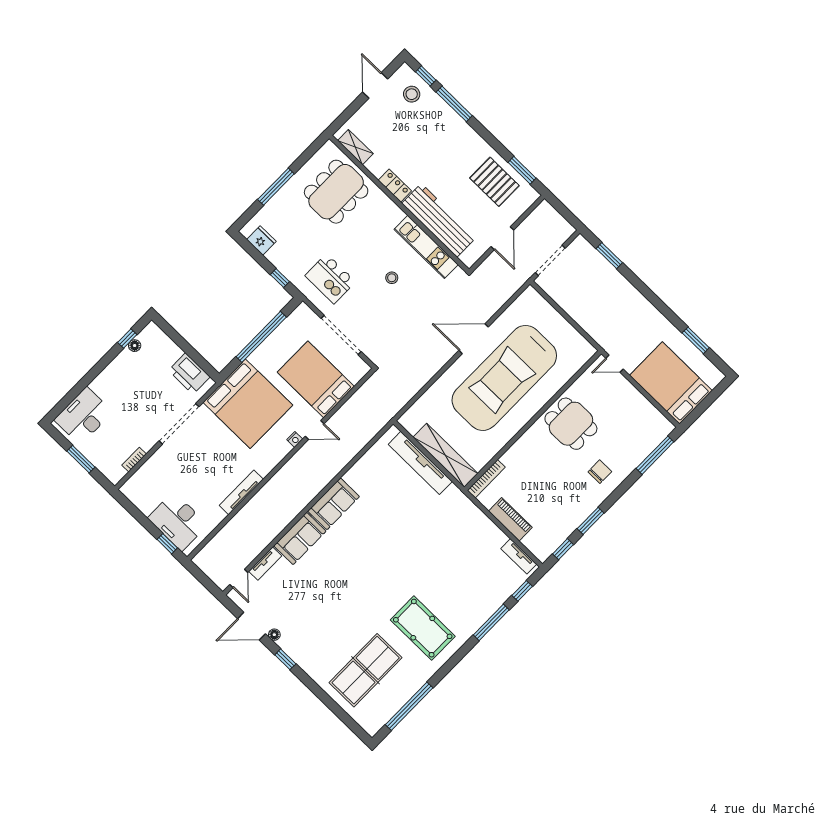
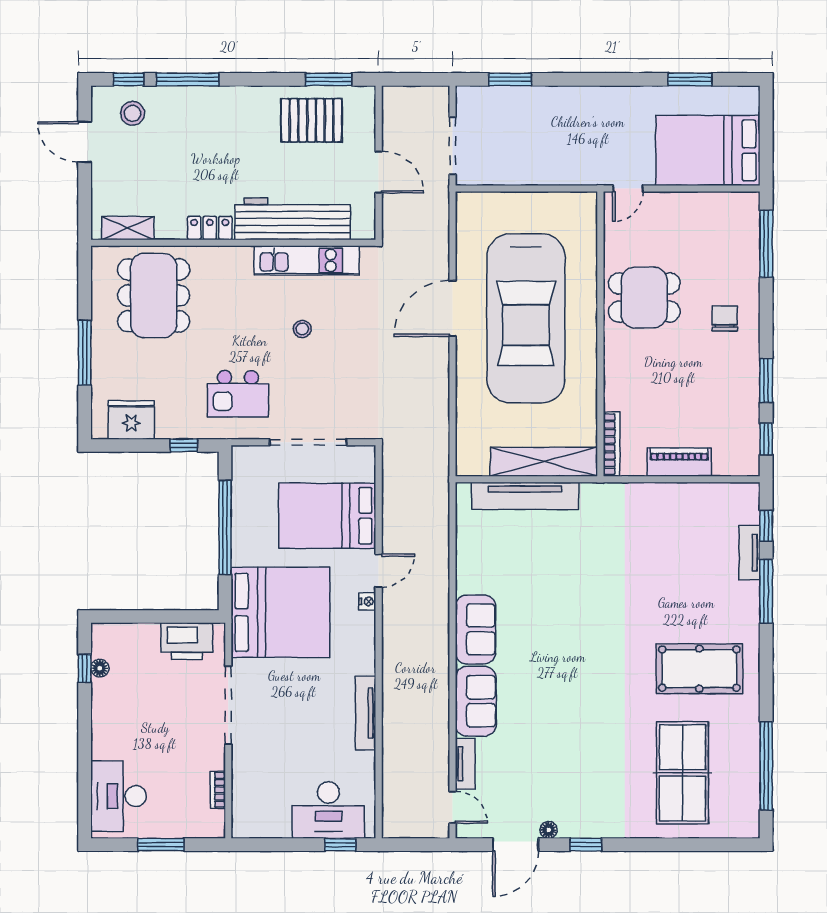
fridge: (261, 240) -> (131, 420), width x1.36, depth x1.34
tv unit: (519, 556) -> (750, 553), moved, turned 90

